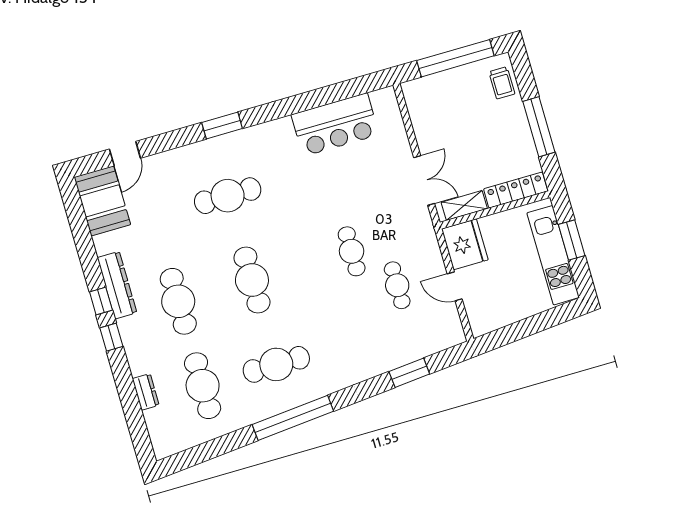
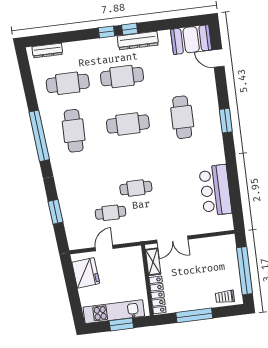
fridge: (465, 244) -> (86, 273), moved, turned -95
dresser: (146, 392) -> (47, 50), moved, width x1.44

